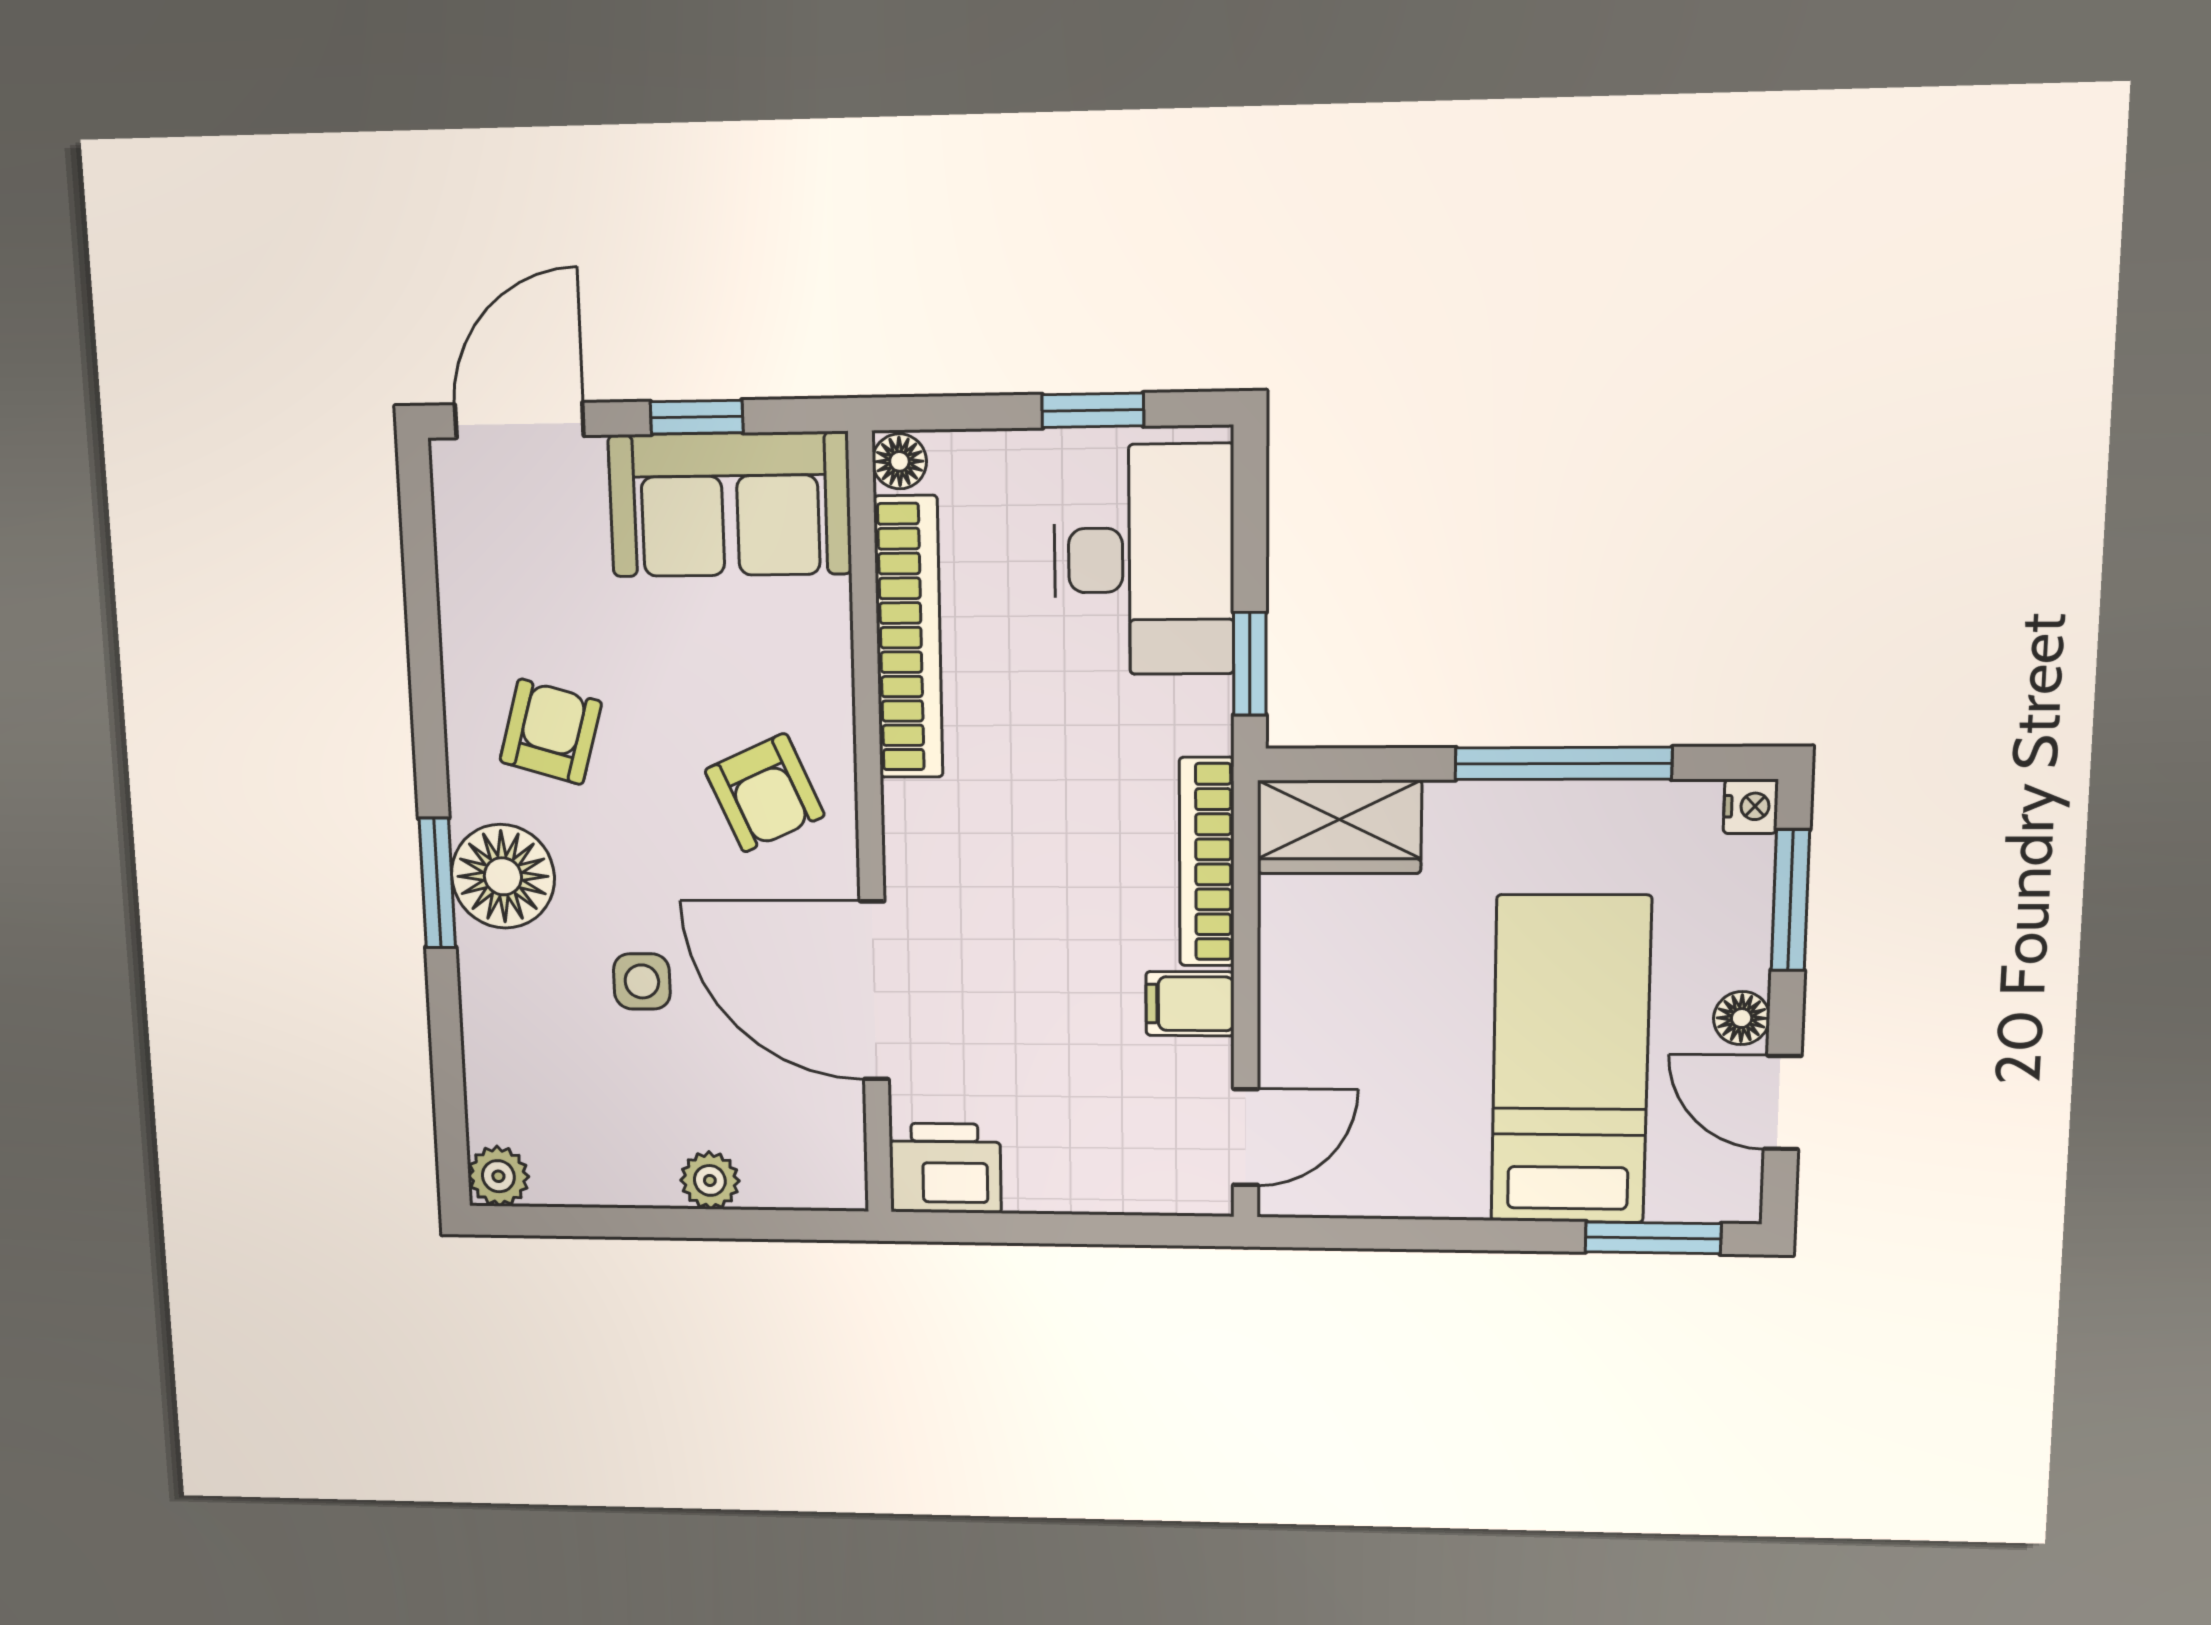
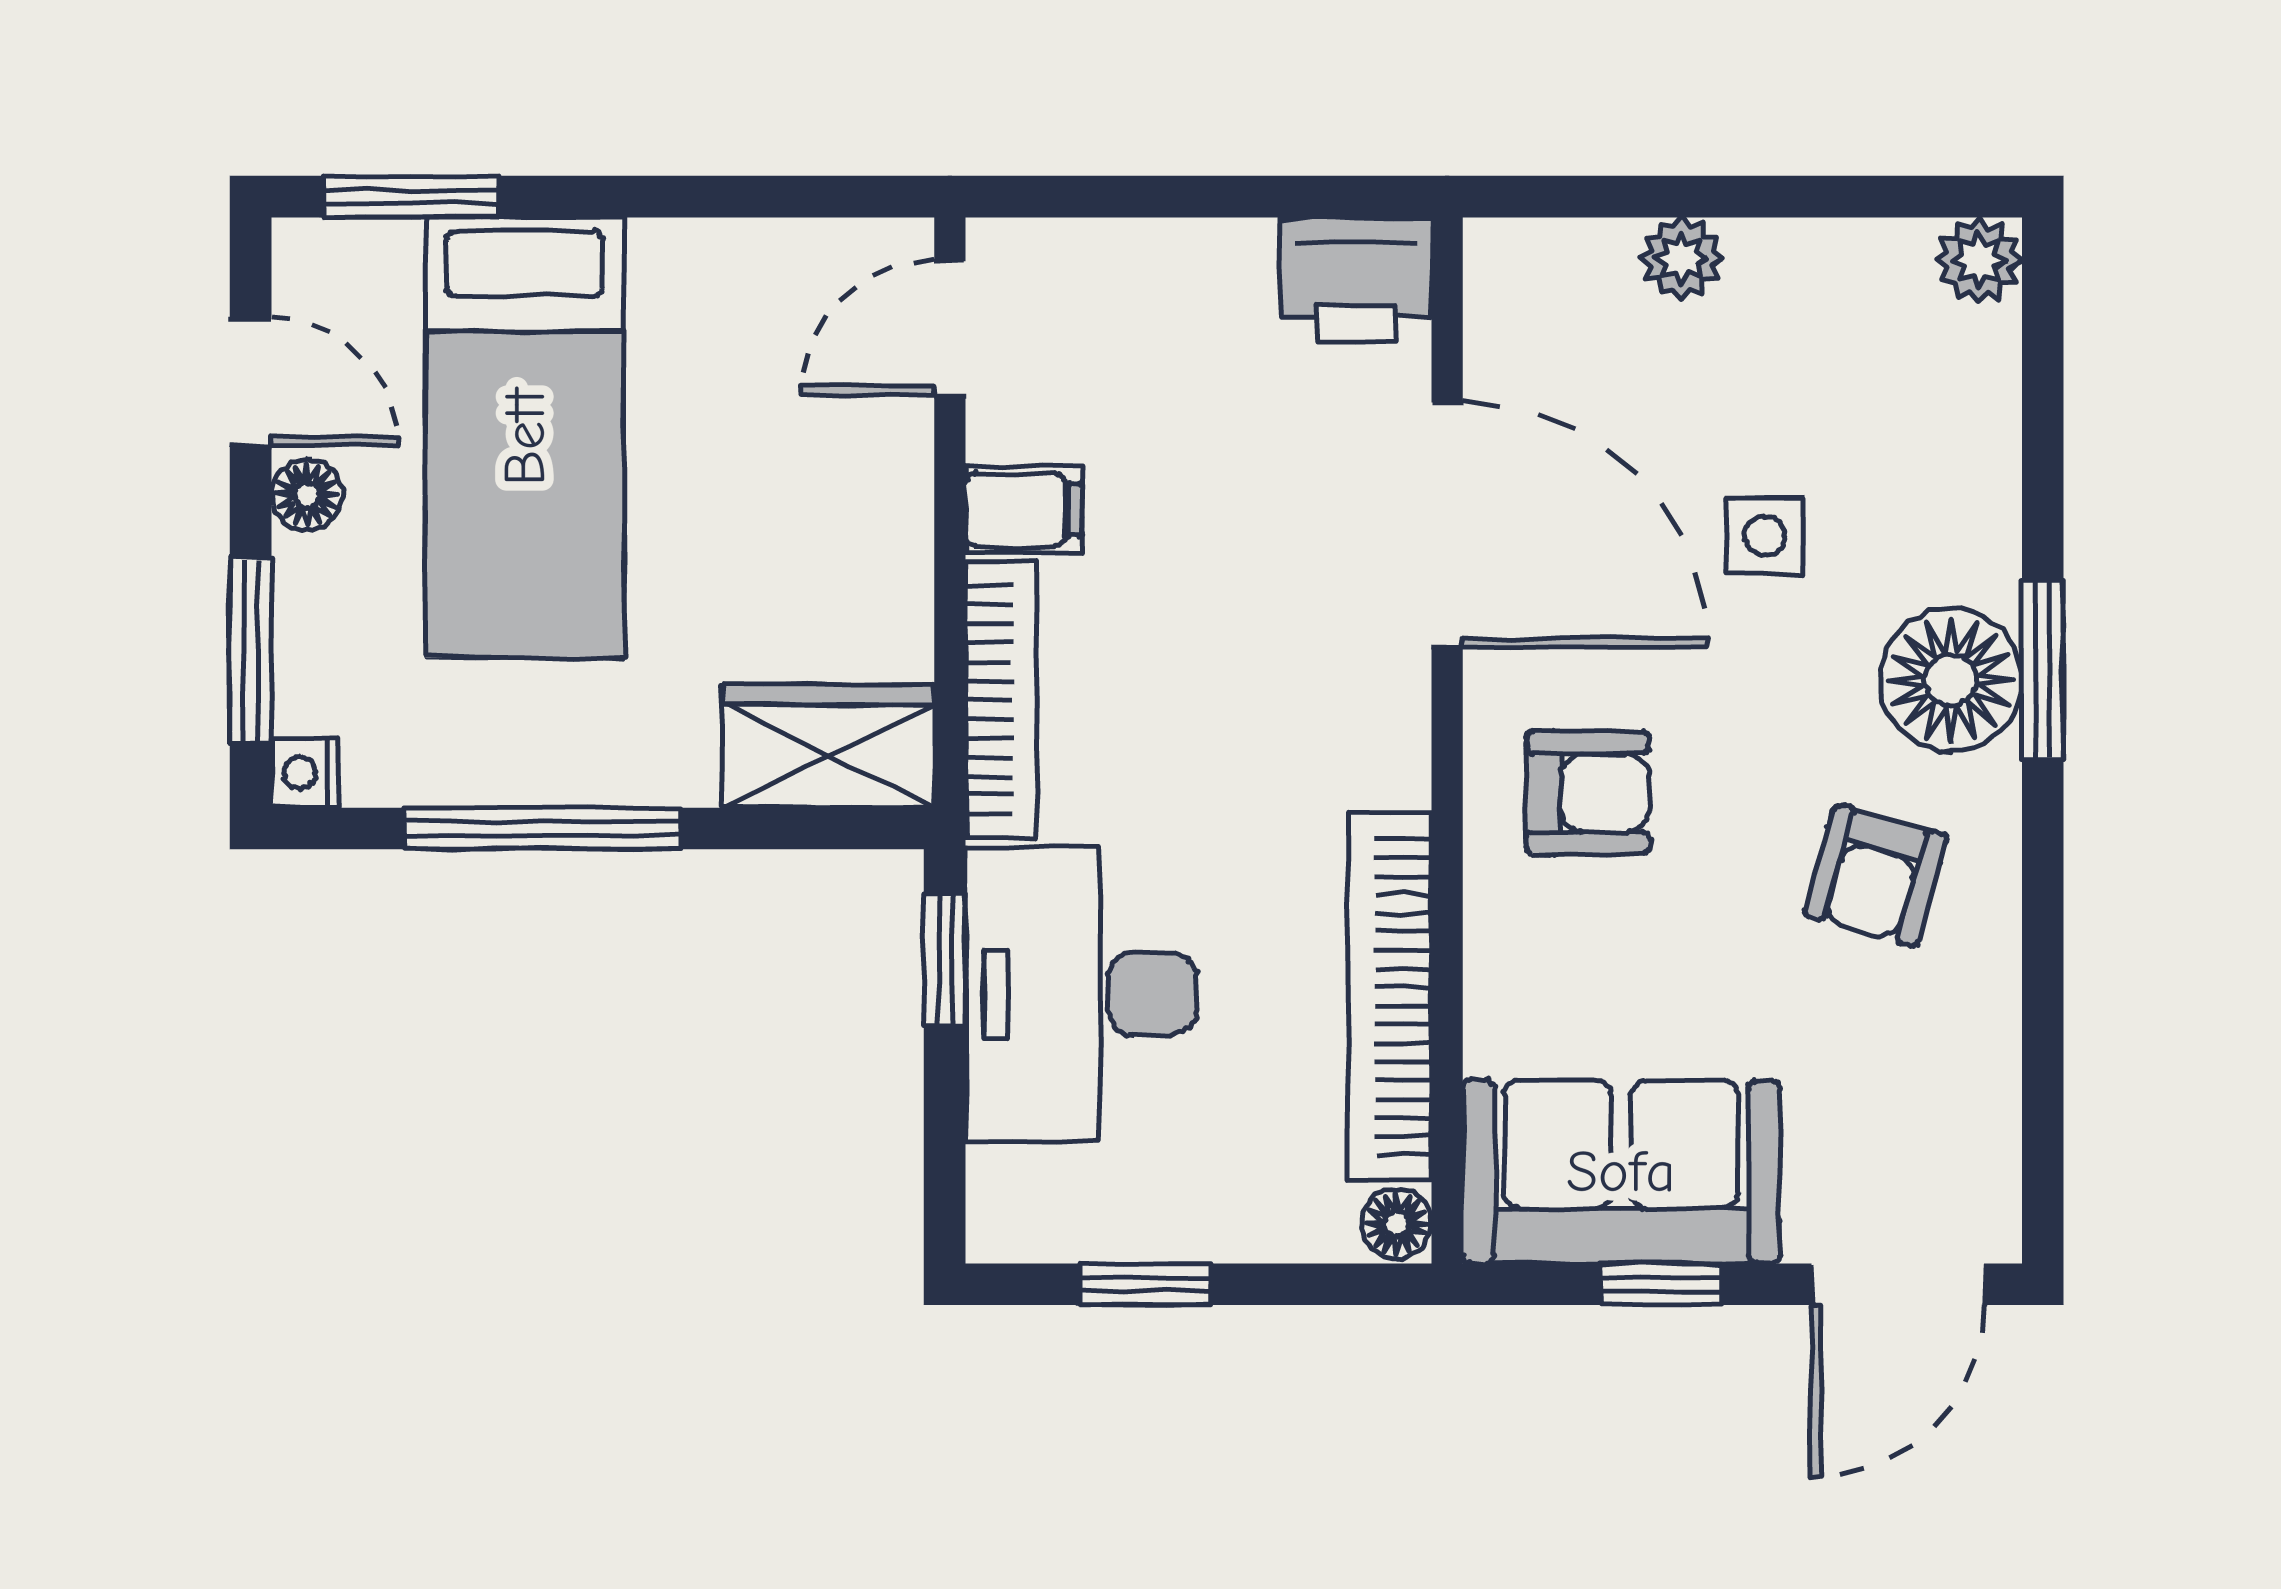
desk: (1144, 560) -> (1081, 994), moved
armchair: (765, 793) -> (1588, 793), turned 114

